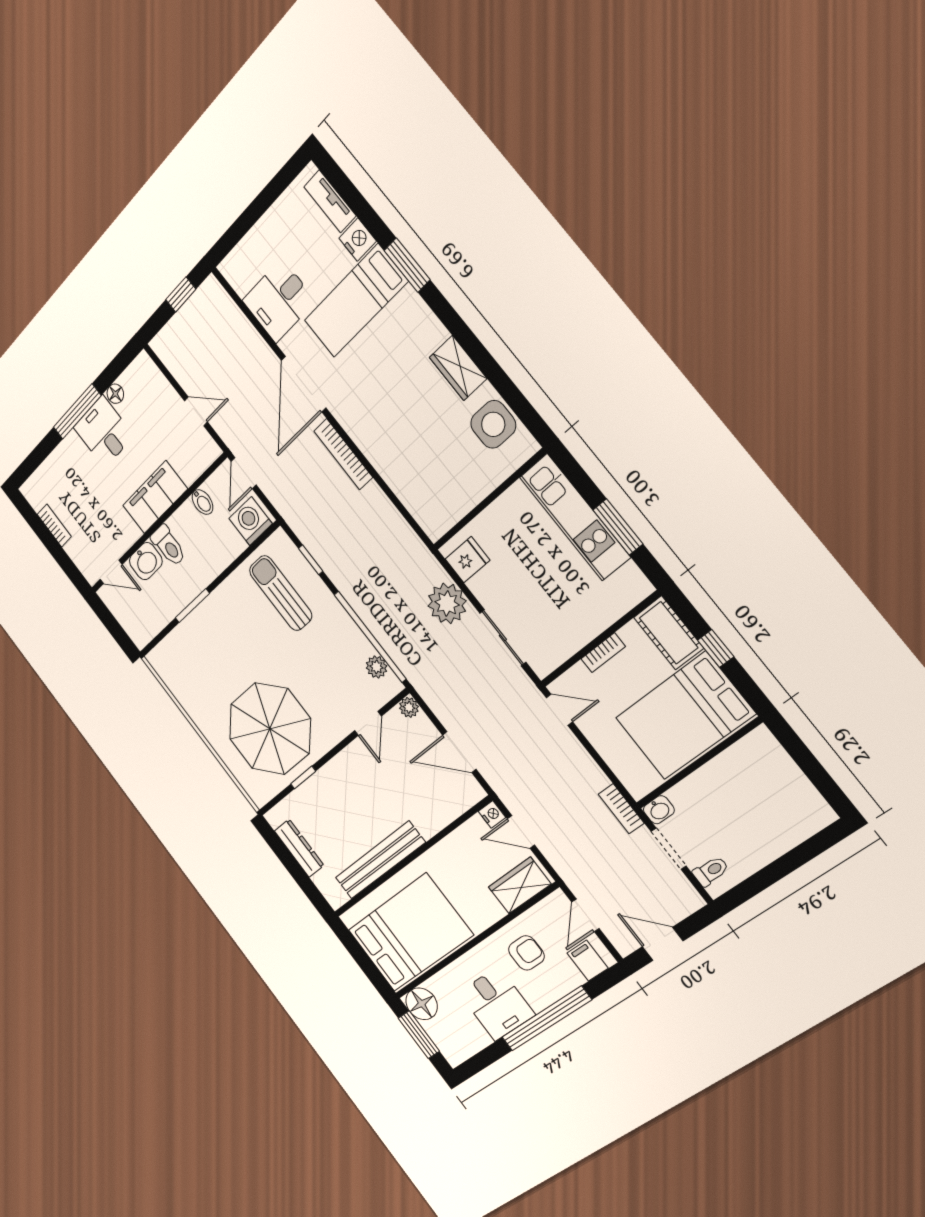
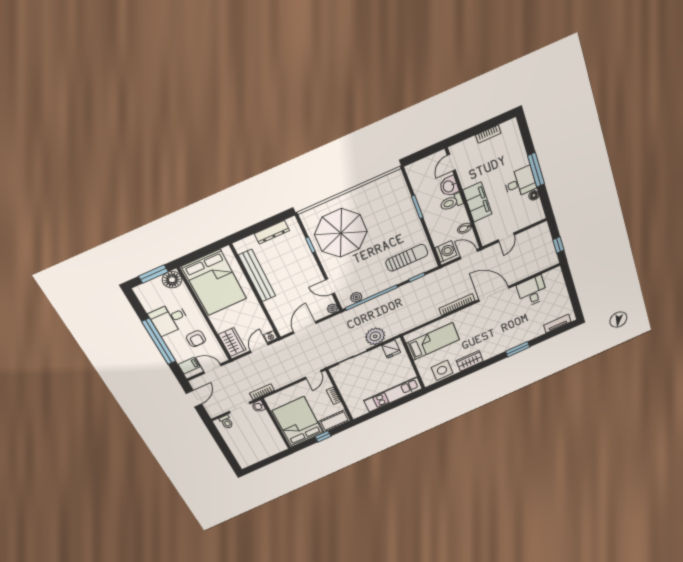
nightstand: (358, 240) -> (537, 331), removed
bed: (356, 301) -> (433, 341), moved, turned 90
window: (618, 527) -> (383, 409), removed

